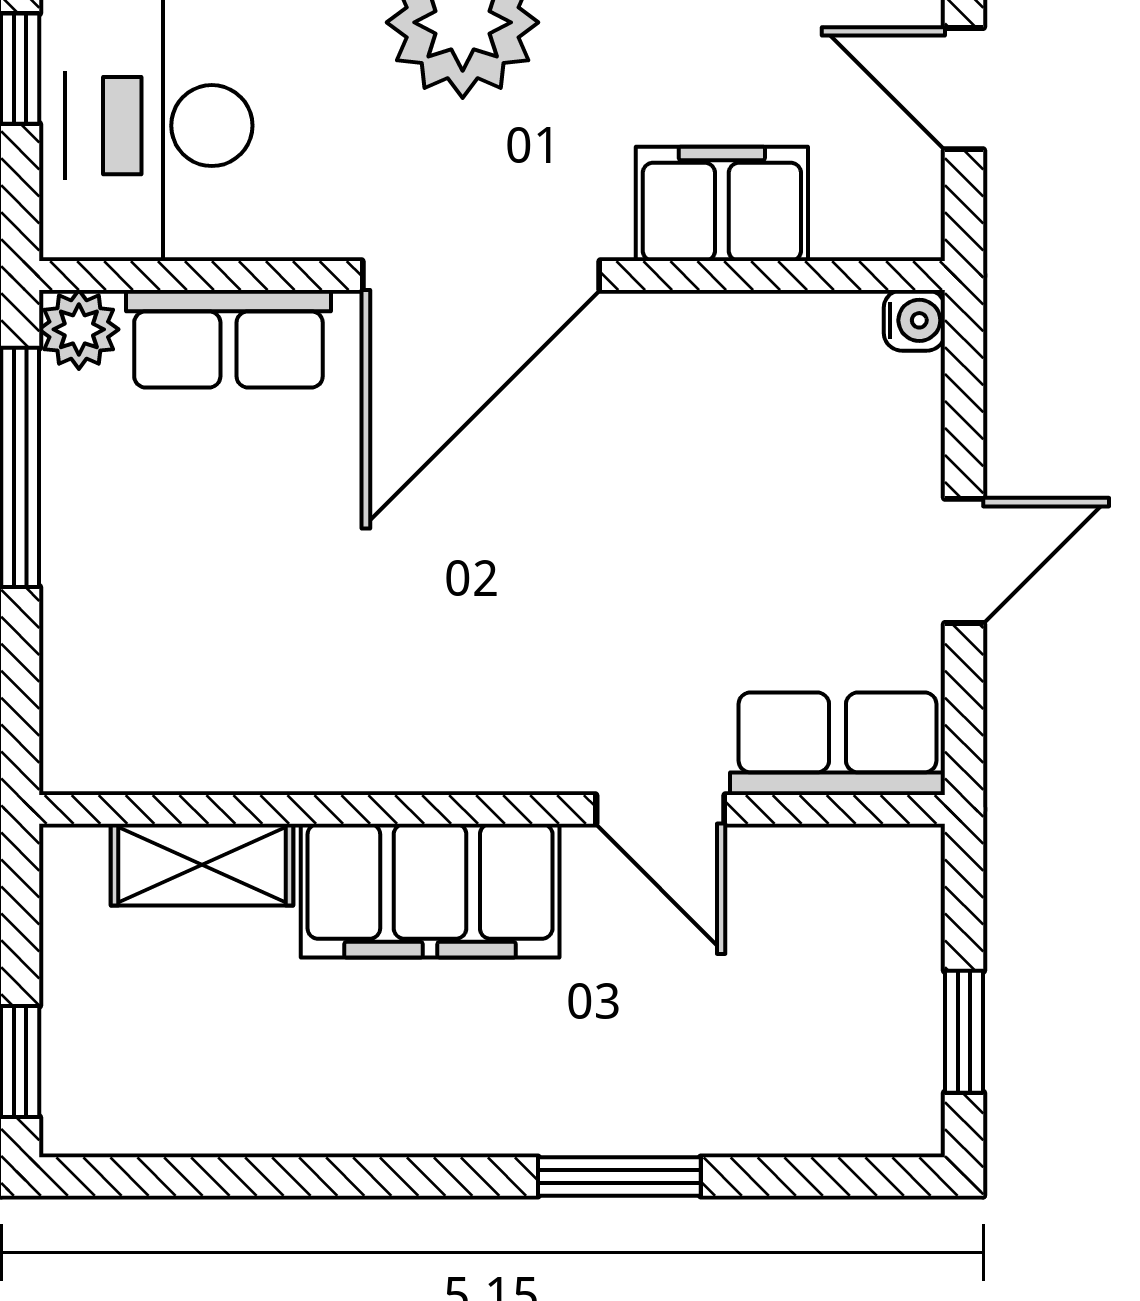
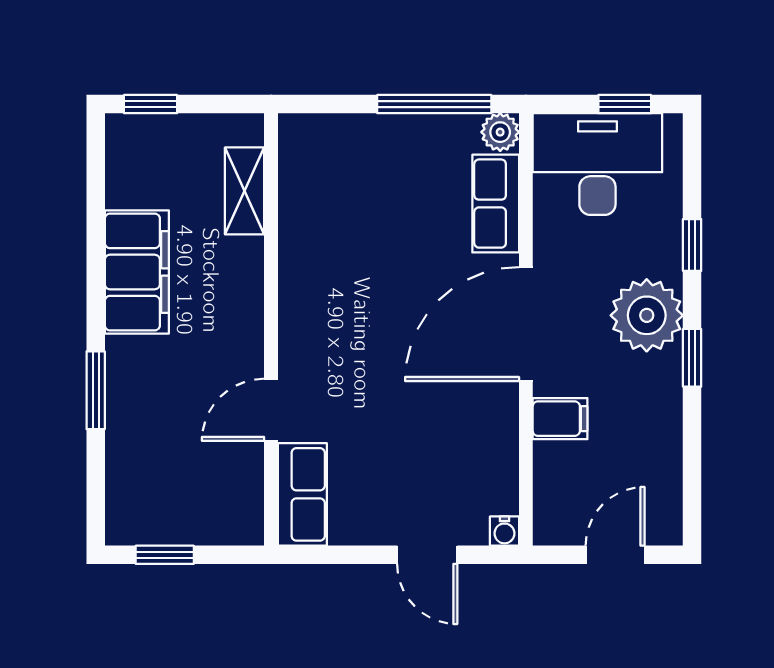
filing cabinet: (722, 204) -> (560, 419), width x0.50
door: (481, 275) -> (526, 324), hinge flipped
door: (964, 561) -> (427, 555), moved
filing cabinet: (430, 891) -> (137, 272), moved, turned 180

